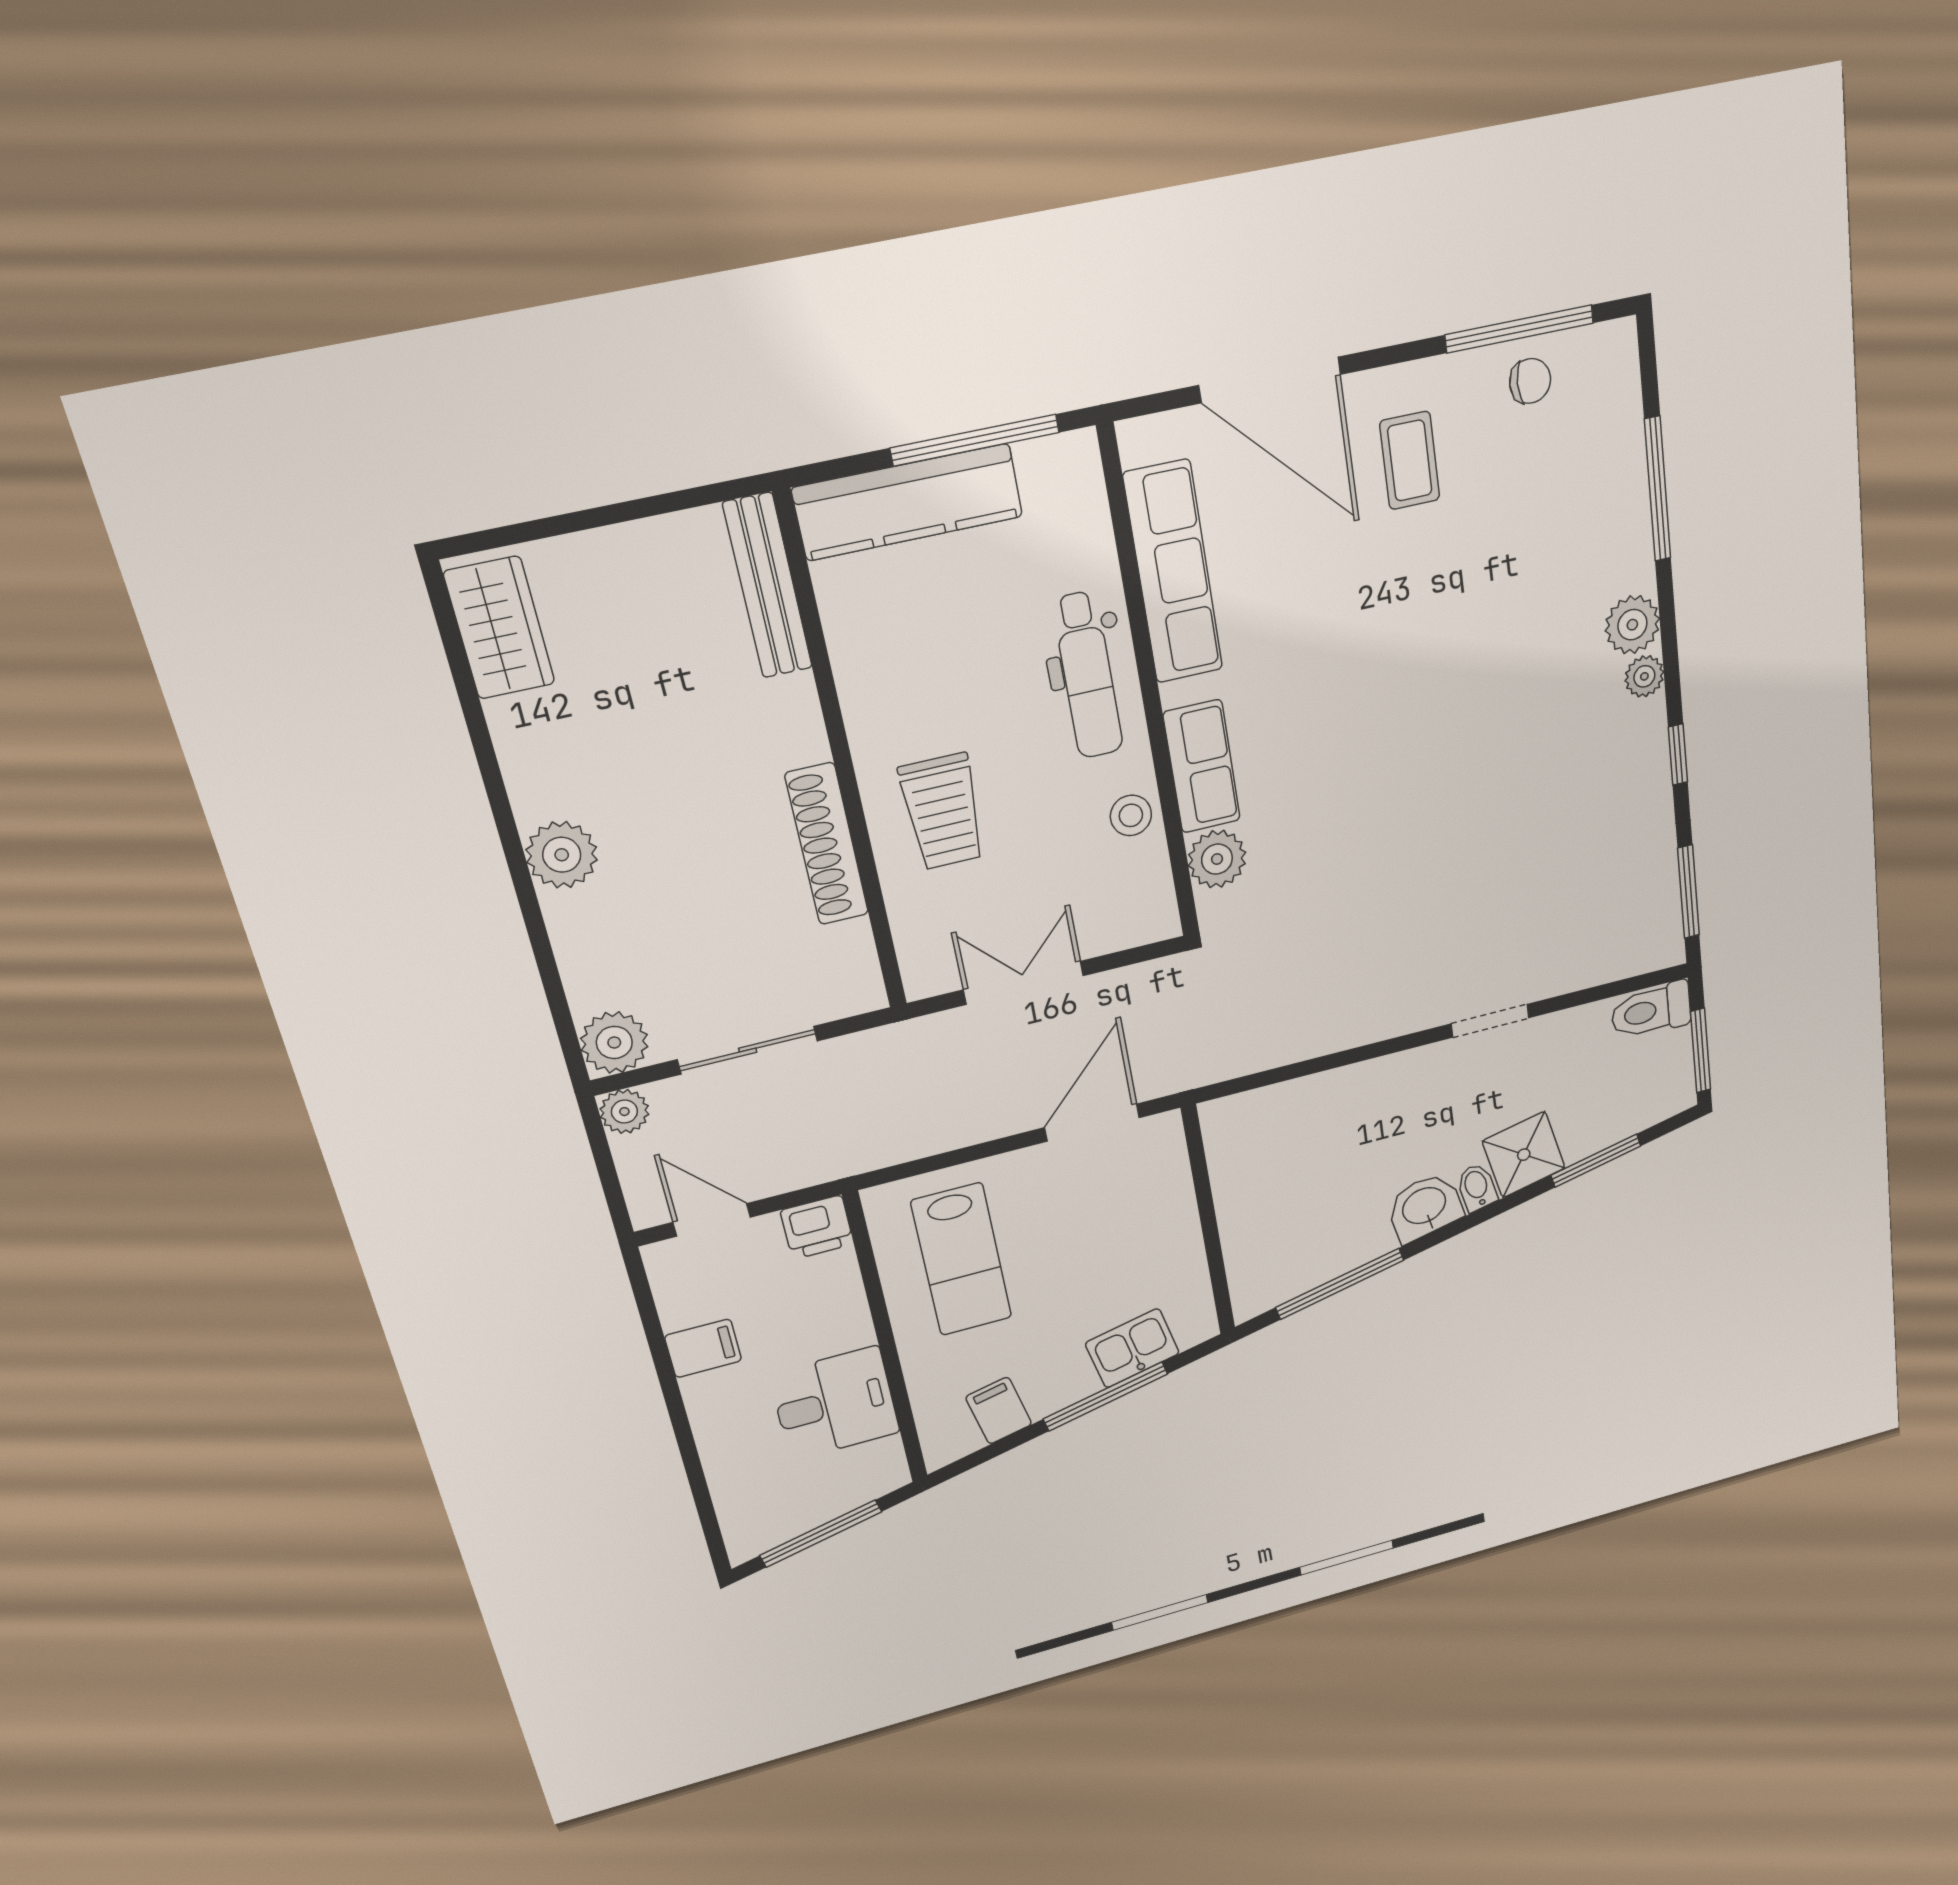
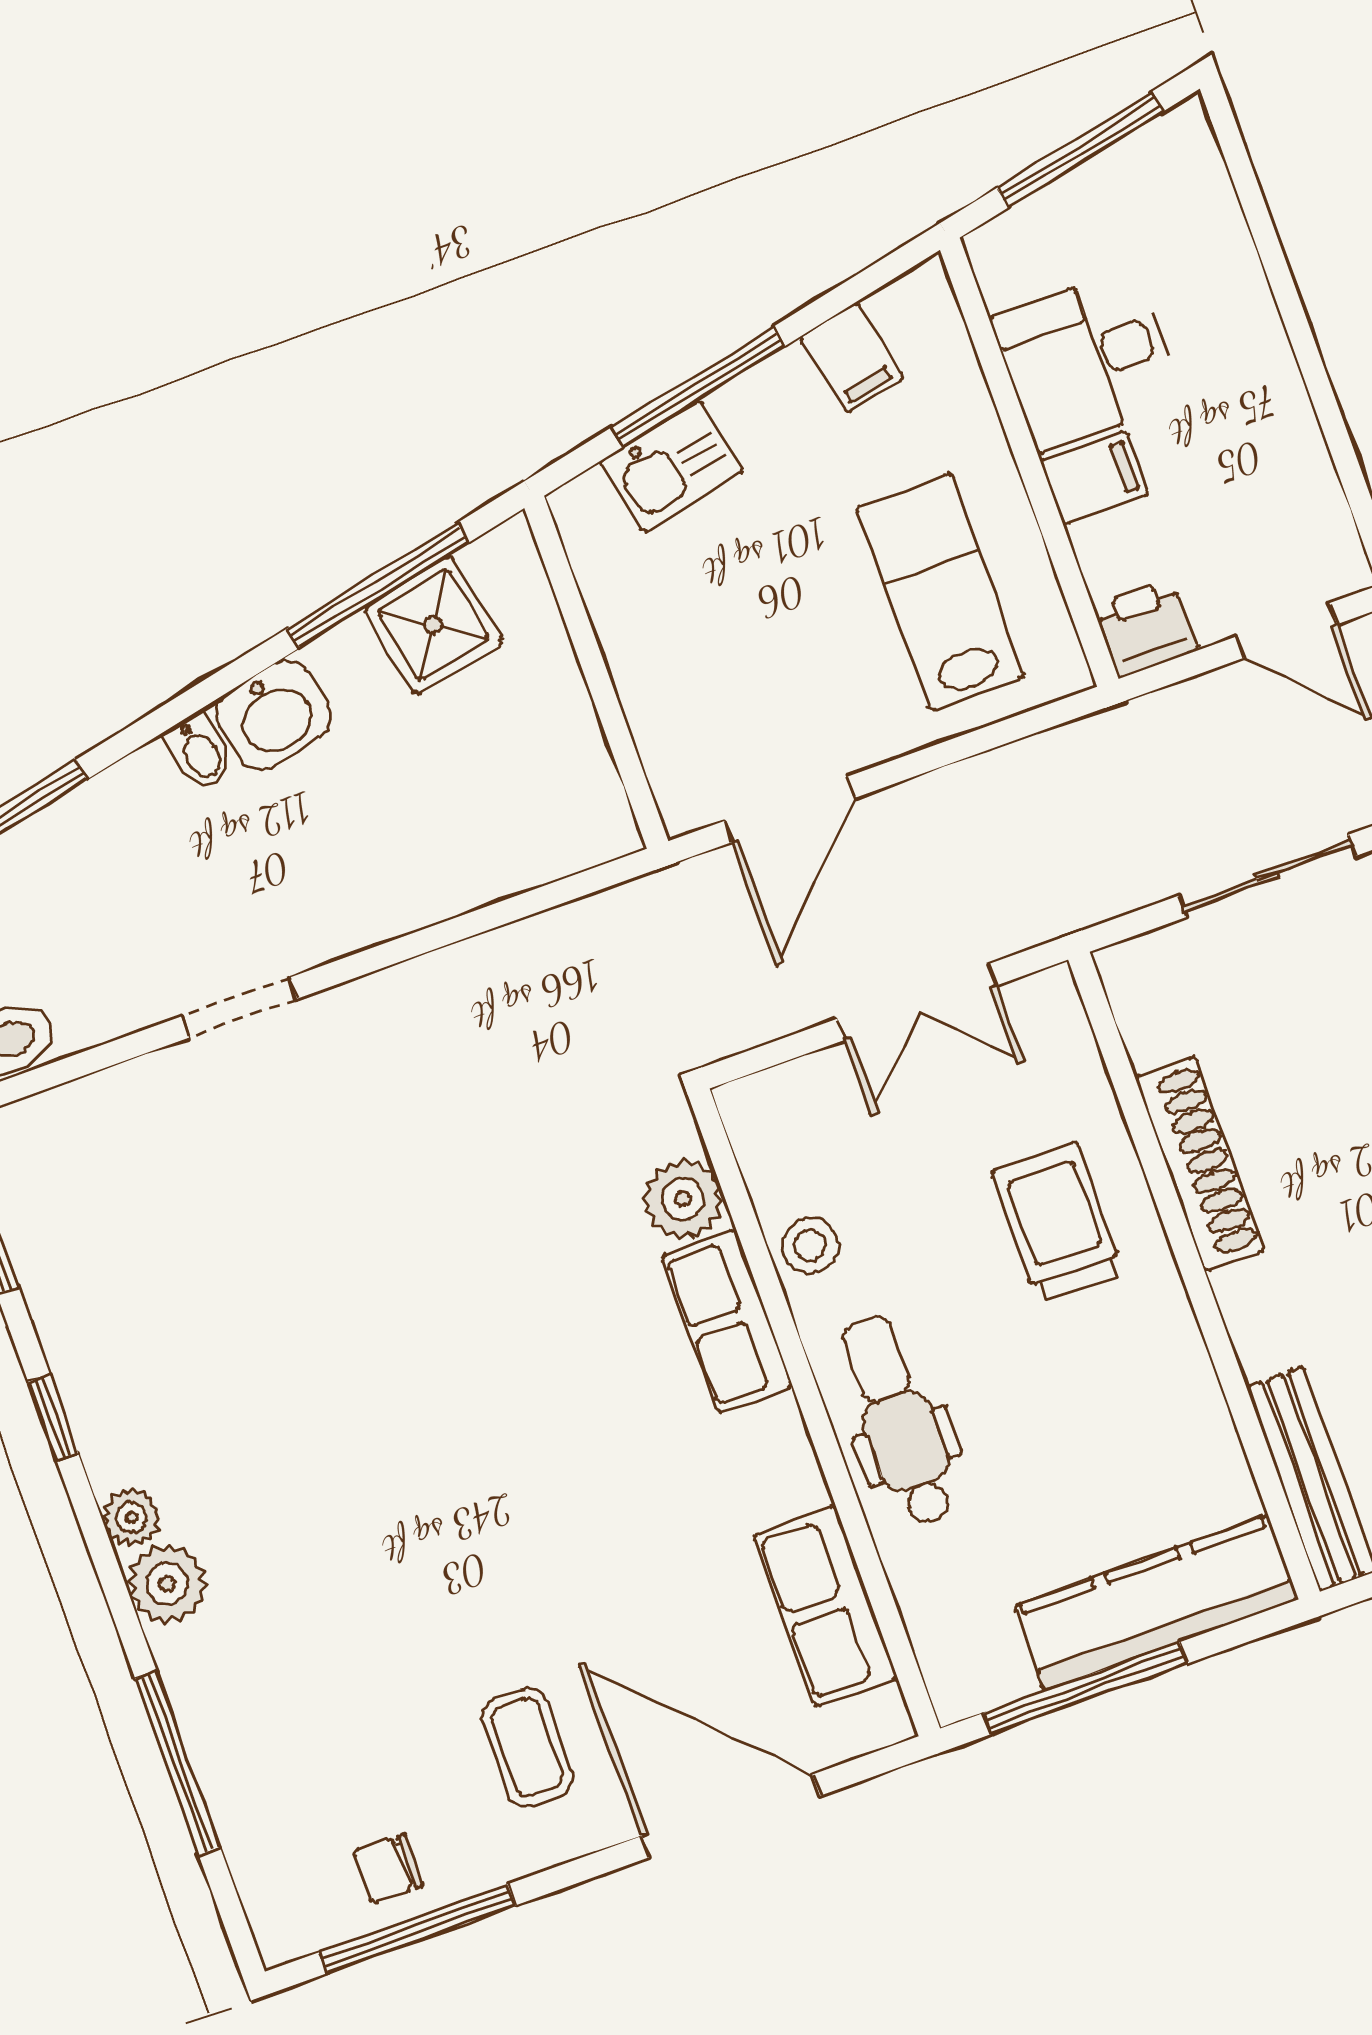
row of seats: (1173, 572) -> (826, 1606), width x0.68
shower: (1524, 1155) -> (433, 625), moved
filing cabinet: (703, 1348) -> (1094, 478), moved, turned 180

